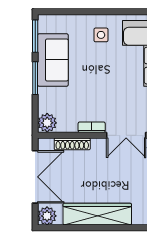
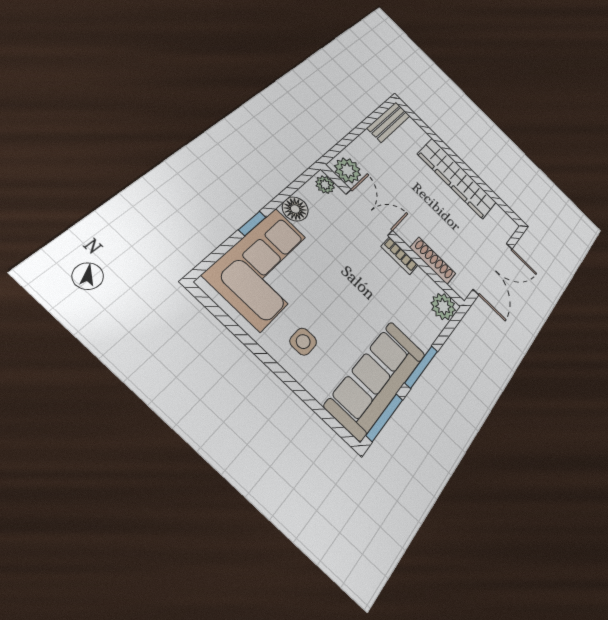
sofa: (53, 60) -> (377, 379), width x1.36
double door: (35, 177) -> (493, 268), swing flipped
plant: (47, 216) -> (506, 225), removed

